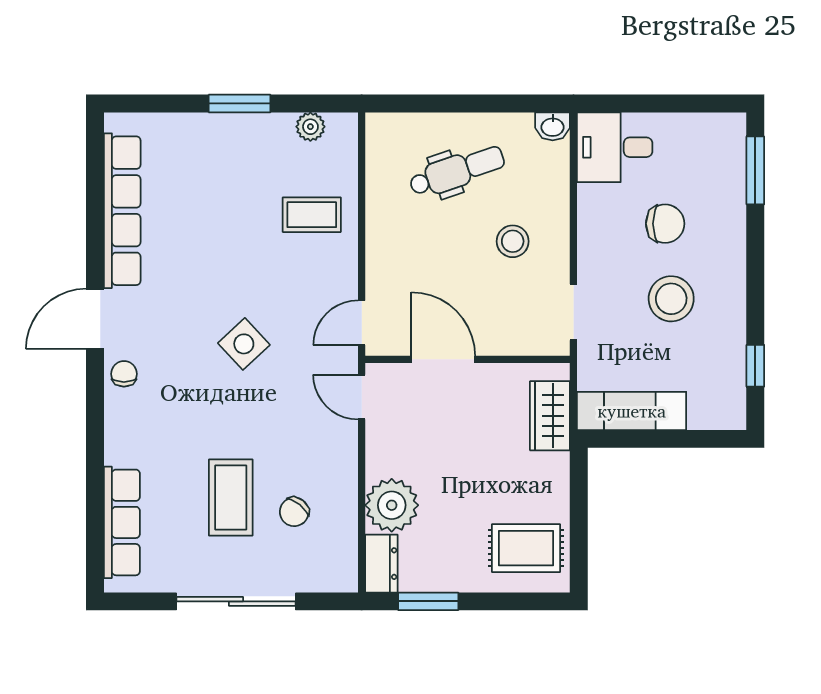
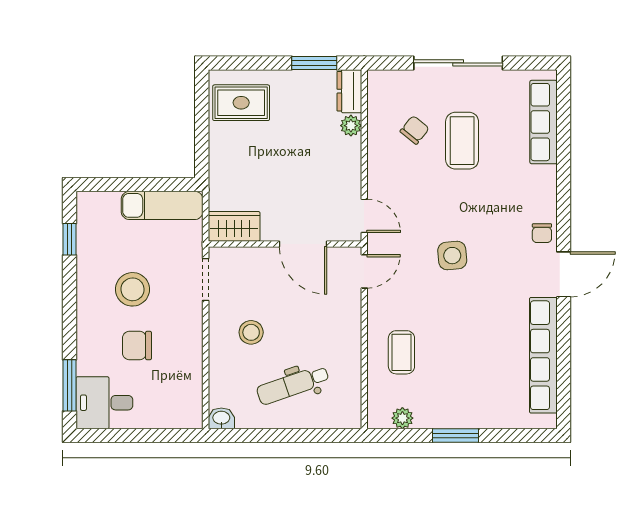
desk: (615, 147) -> (104, 403), moved, turned 180
coffee table: (312, 215) -> (401, 352), turned 90
side table: (244, 344) -> (452, 256), turned 38
wardrobe: (550, 416) -> (234, 226), moved, turned -90
plant: (392, 505) -> (351, 126), width x0.53, depth x0.53

